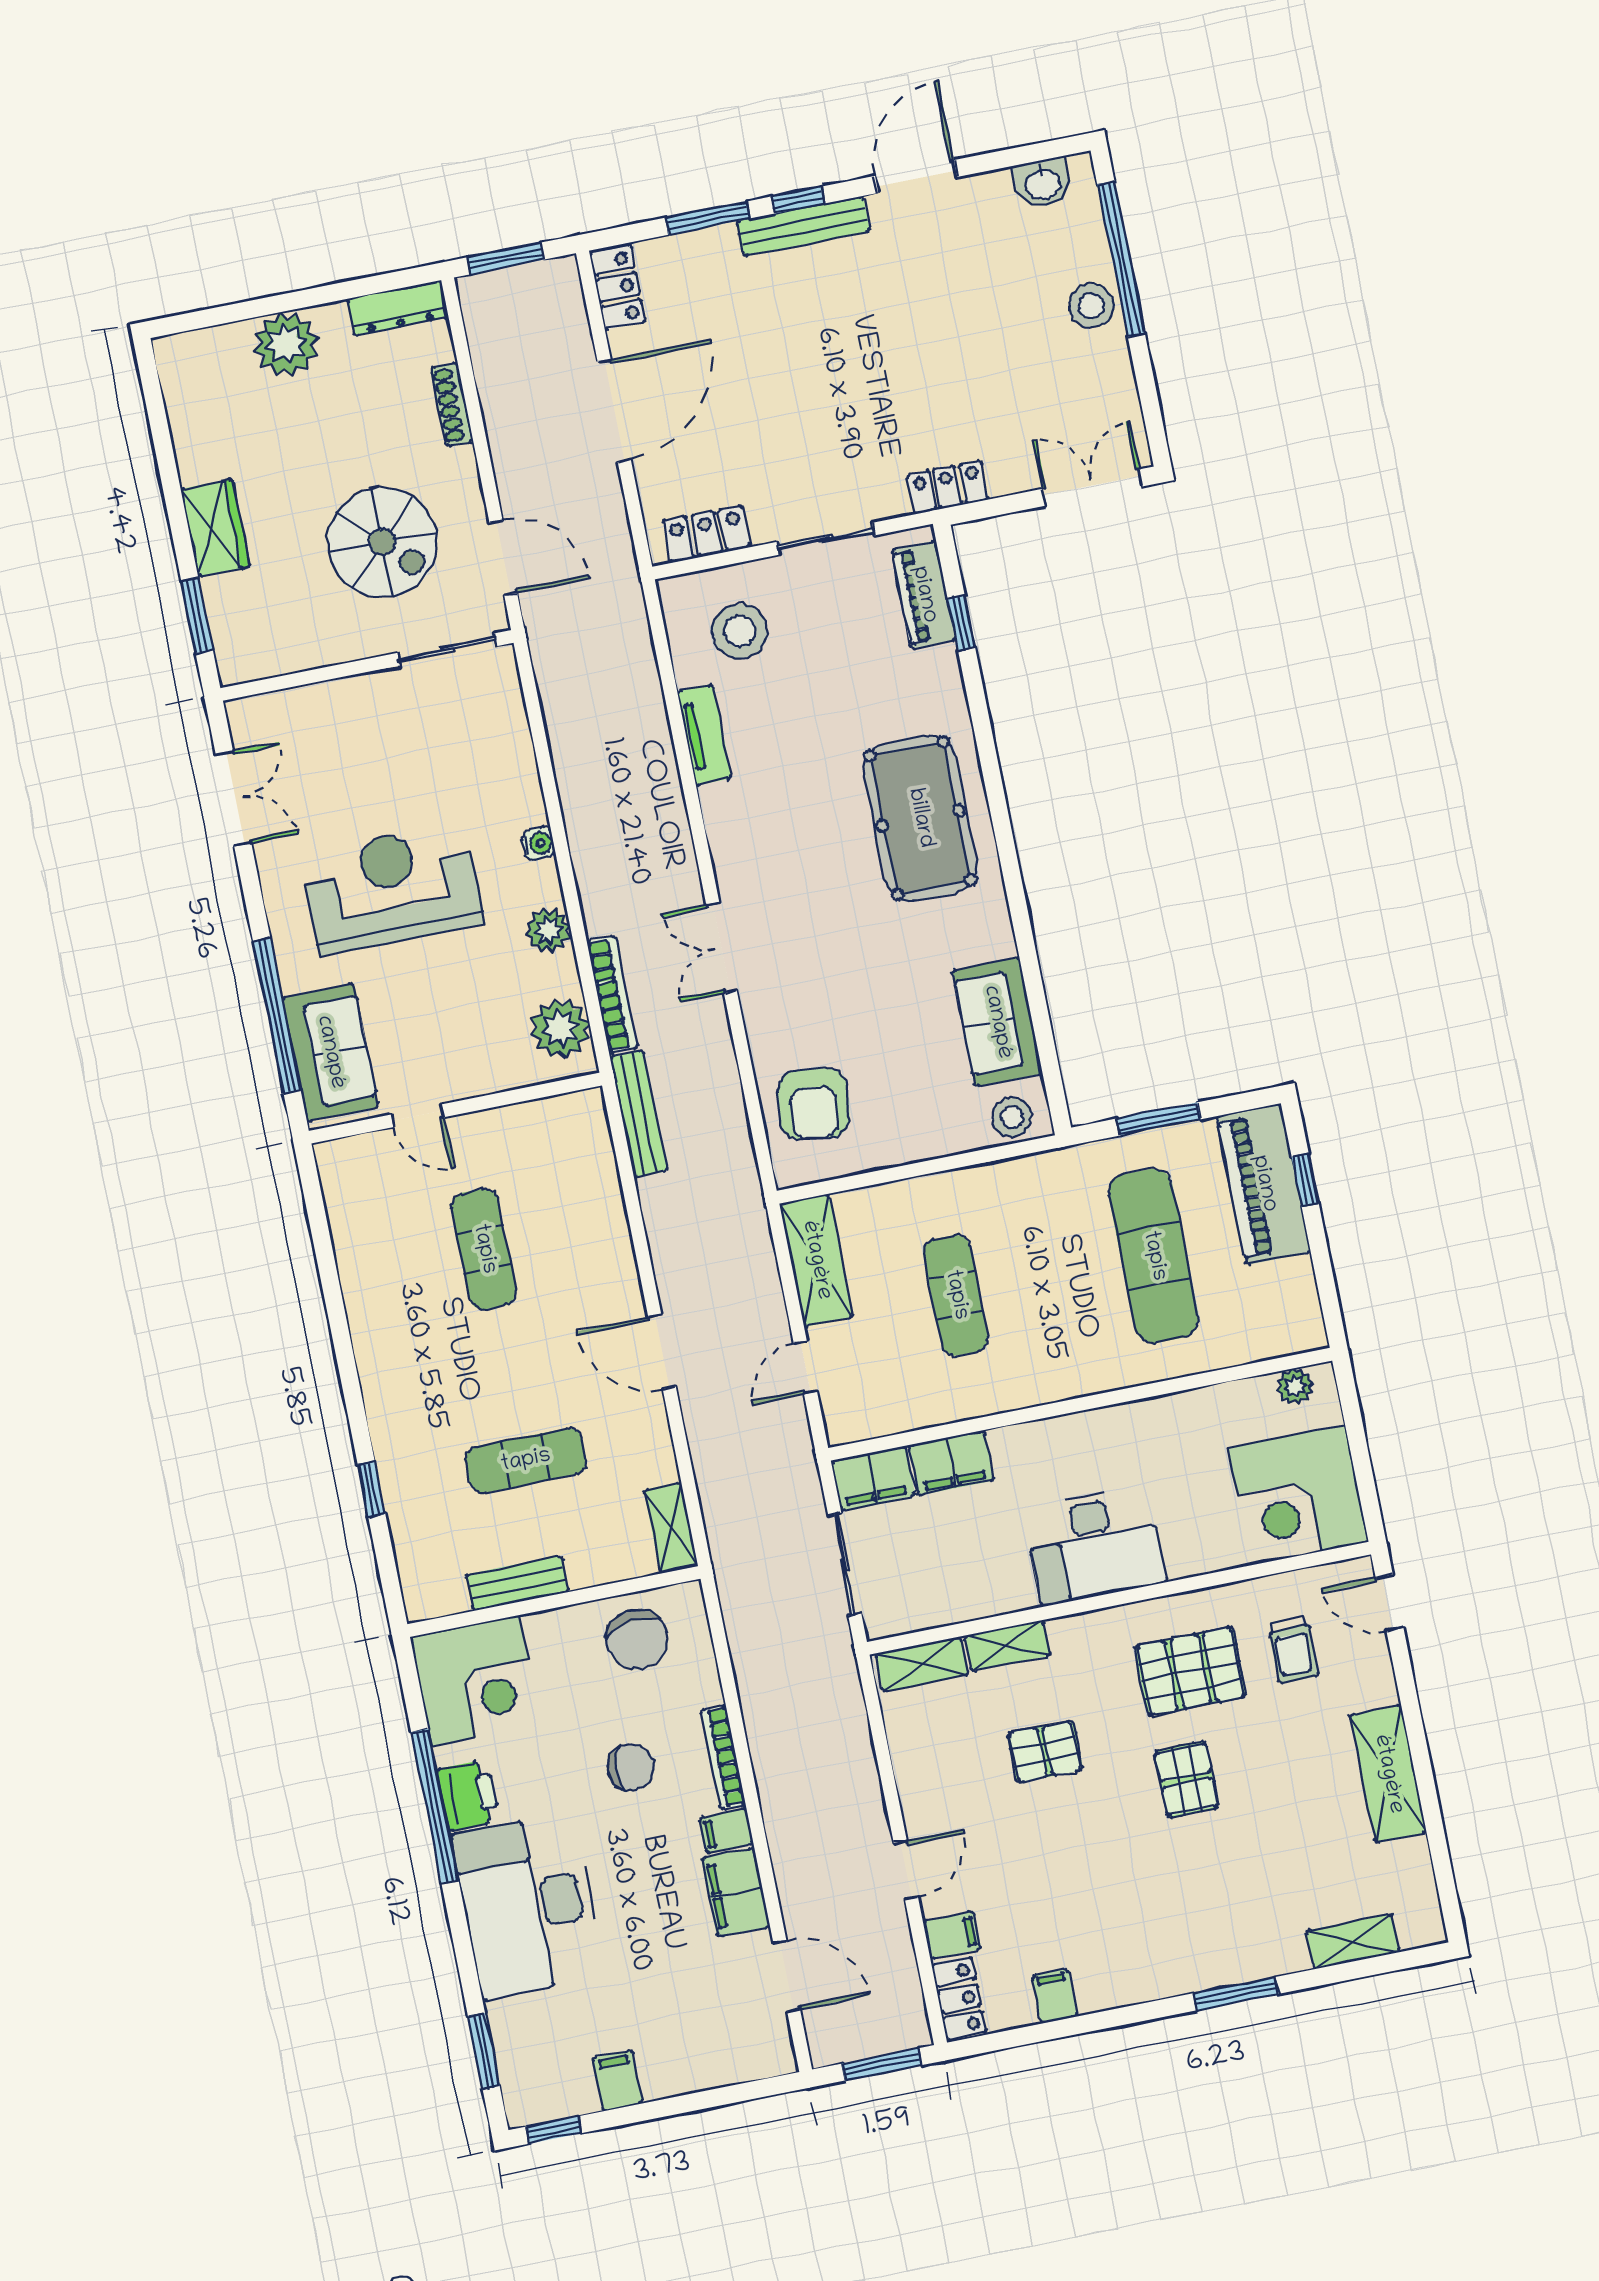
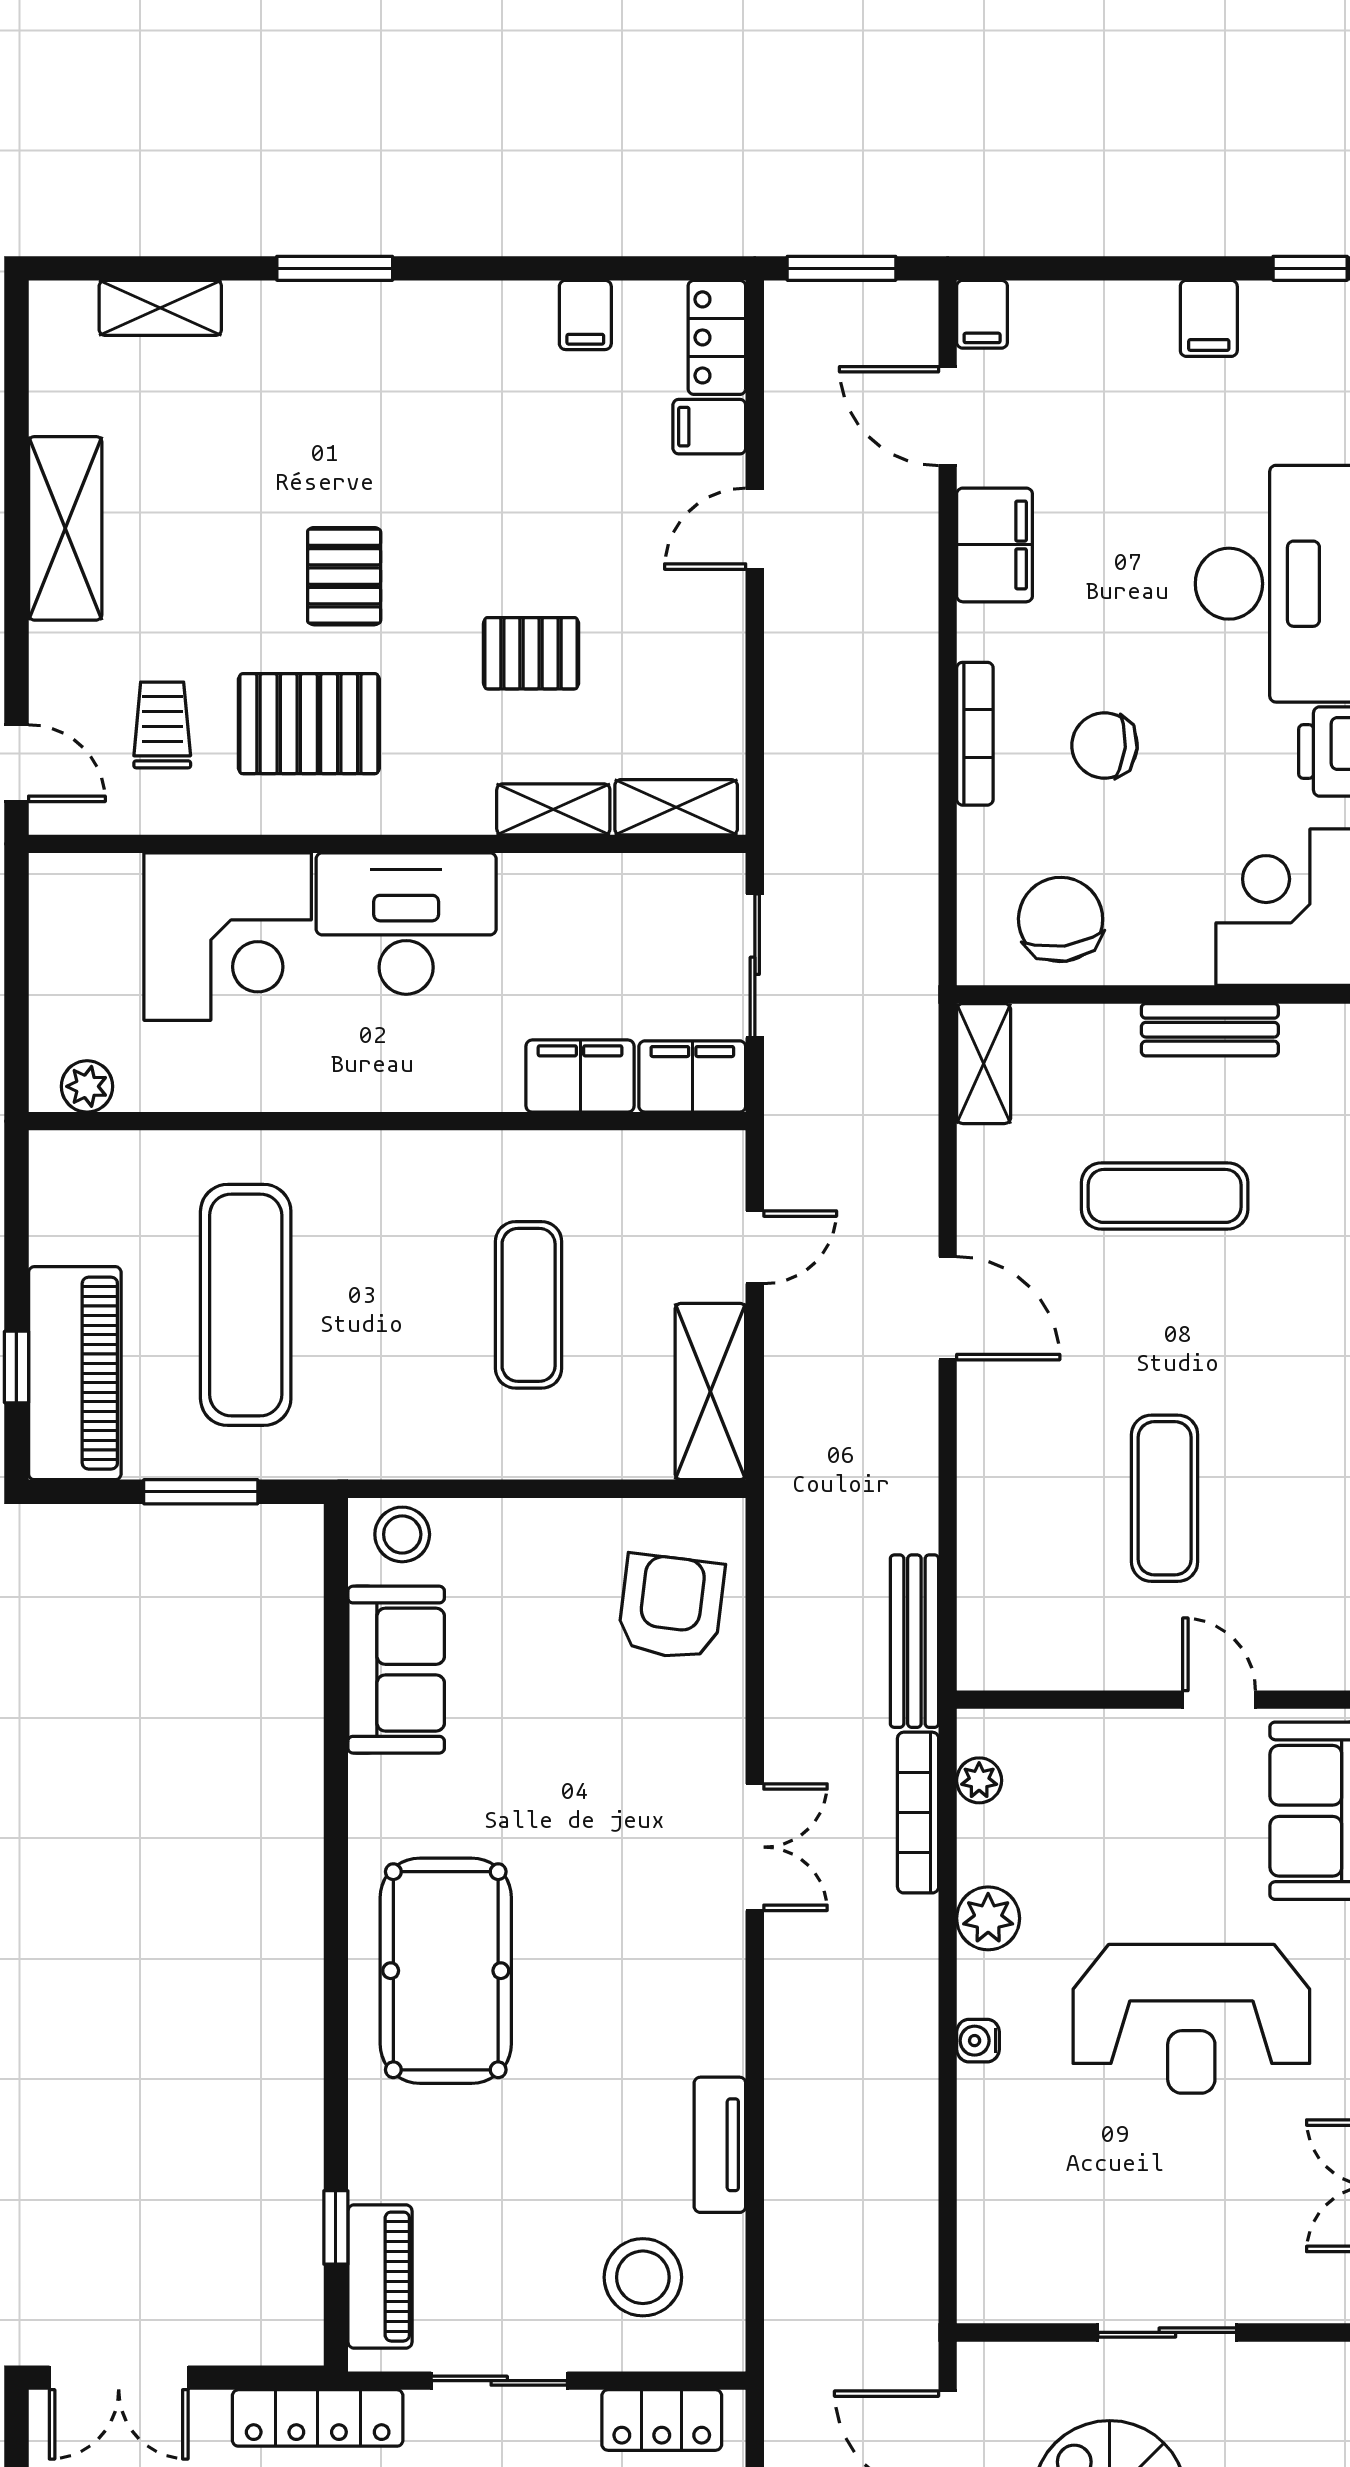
locker: (948, 487) -> (318, 2418), width x1.53
sliding door: (447, 649) -> (1167, 2332), moved
plant: (560, 1029) -> (979, 1780), width x0.53, depth x0.53
corner desk: (1298, 1495) -> (228, 937), moved, turned 90
filing cabinet: (726, 1831) -> (982, 314), moved, turned 90

